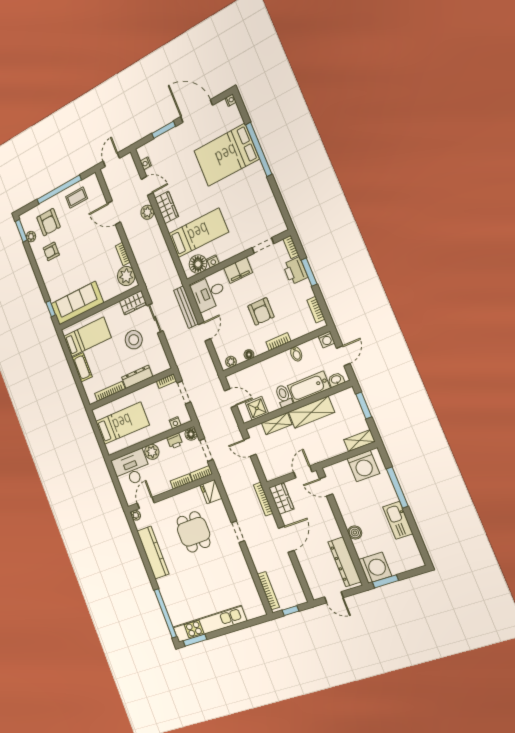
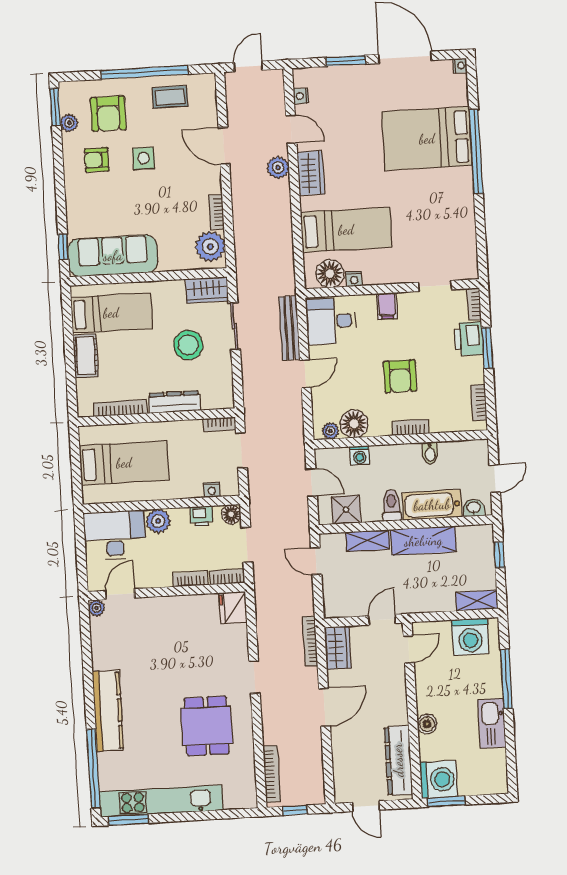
side table: (74, 240) -> (144, 158), added
filing cabinet: (238, 270) -> (387, 306), width x0.50
washing machine: (326, 340) -> (360, 456), moved
floor lamp: (249, 355) -> (354, 424), width x1.89, depth x1.89
window: (364, 405) -> (499, 555), width x0.67
door: (326, 486) -> (409, 649), swing flipped
dining table: (193, 532) -> (207, 726), moved
kitchen counter: (153, 552) -> (108, 711), moved

